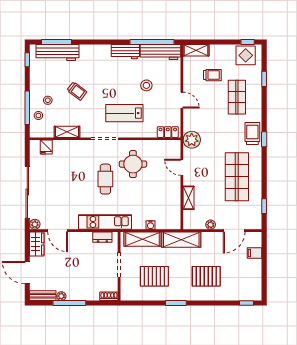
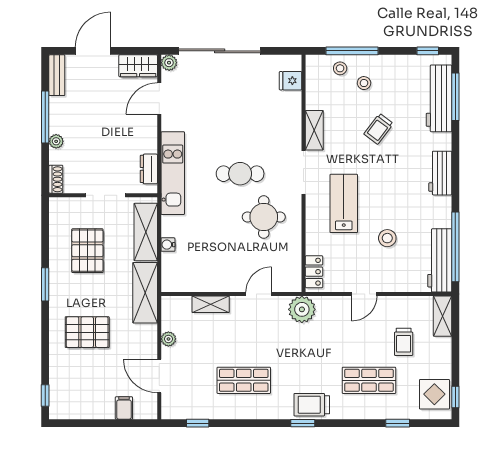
workbench: (125, 52) -> (440, 173), moved
shelving: (67, 132) -> (314, 130), moved
trolley: (252, 134) -> (312, 405), turned 180
shop shelf: (237, 177) -> (244, 380), width x0.70, depth x0.74
pallet: (206, 276) -> (87, 332), turned 90
plant: (61, 296) -> (56, 141), moved

